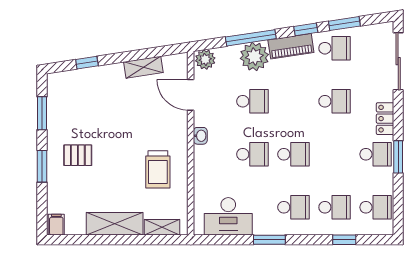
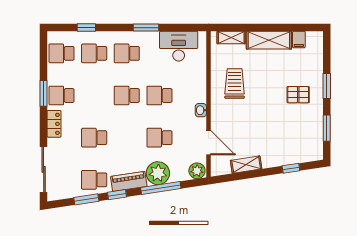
filing cabinet: (56, 225) -> (299, 40), moved

